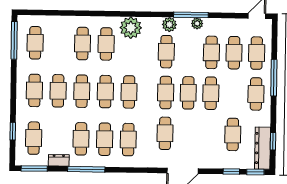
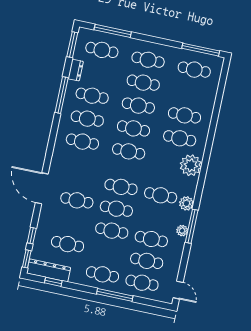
window: (13, 131) -> (113, 31), width x2.17
cafe table: (165, 133) -> (77, 200), moved

